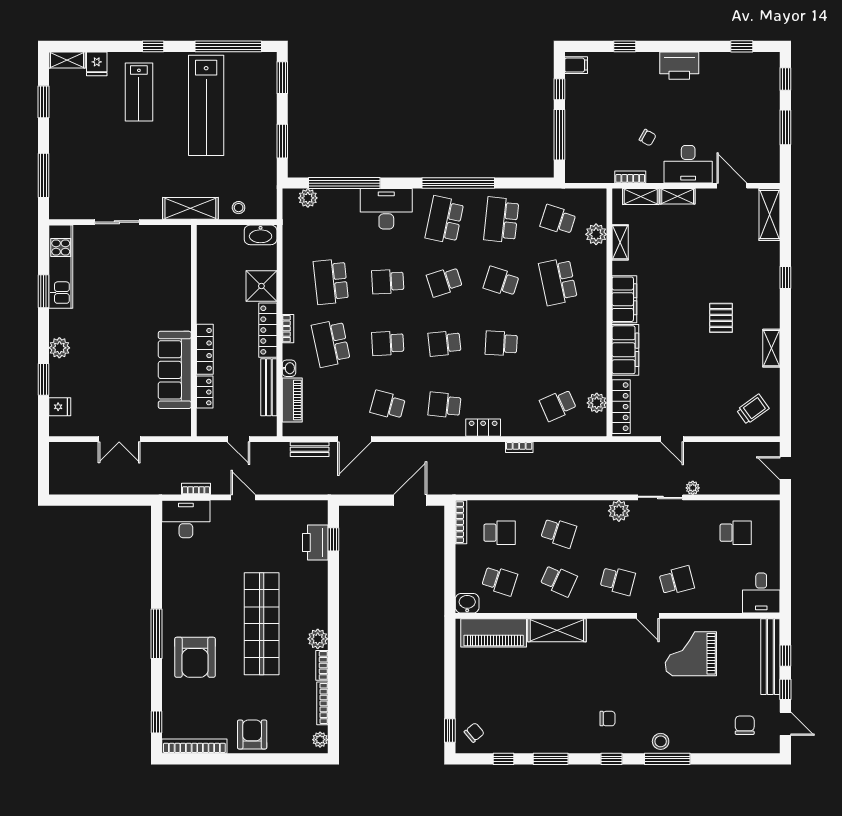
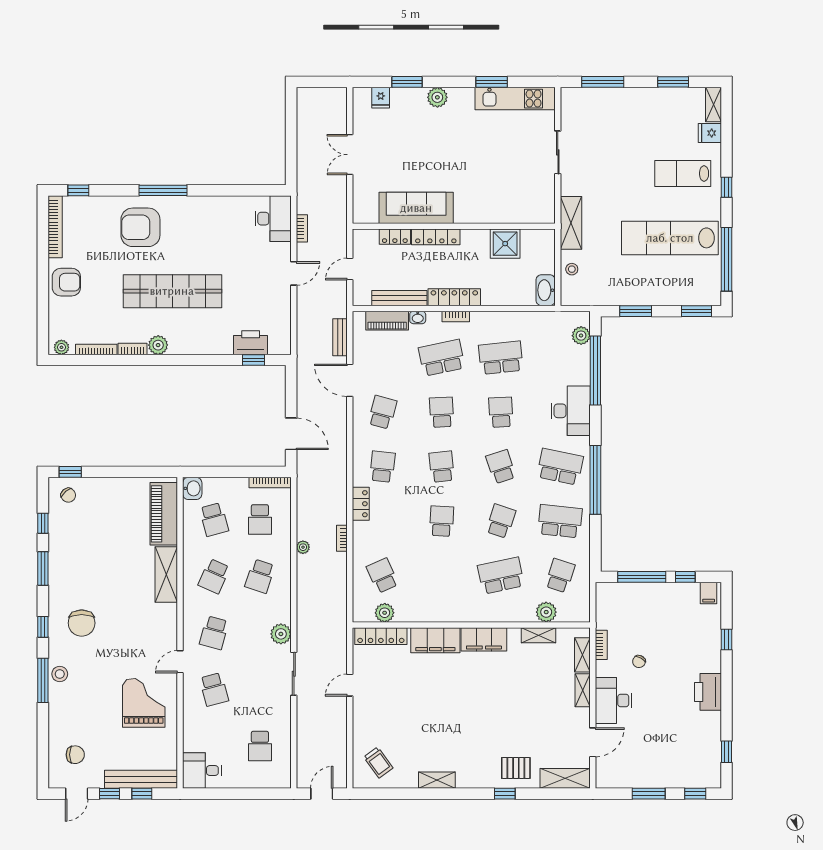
shower: (261, 286) -> (505, 244), moved
pallet: (721, 318) -> (516, 768), moved
plant: (693, 488) -> (303, 547), moved
school desk: (500, 581) -> (214, 519), turned -33
chair: (607, 719) -> (82, 623), width x1.87, depth x1.87

